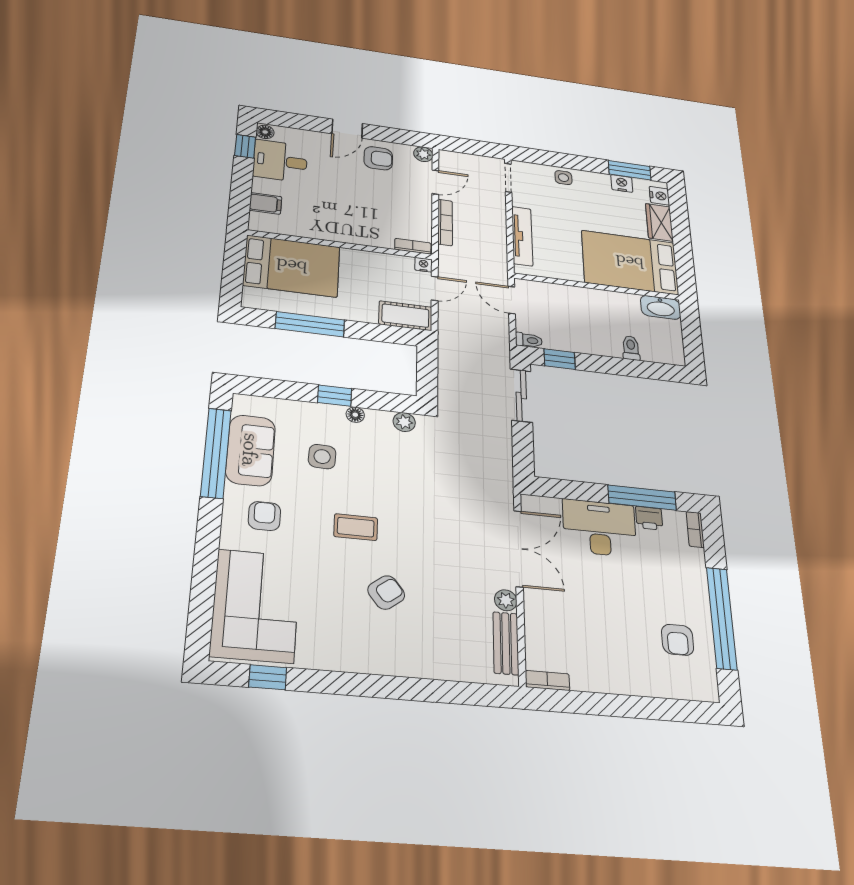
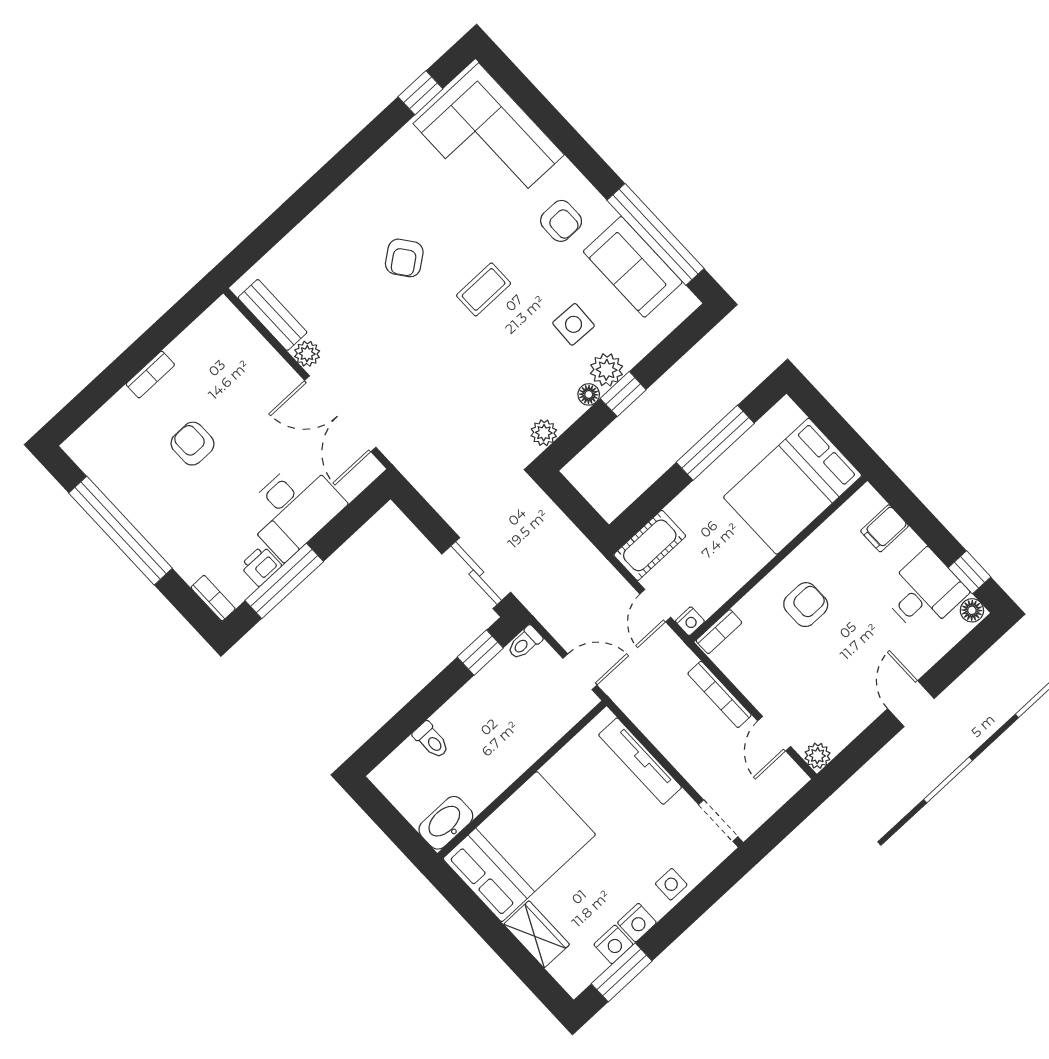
armchair: (378, 158) -> (806, 605), moved, turned 180
nightstand: (659, 196) -> (637, 923), moved, turned -90
plant: (330, 416) -> (607, 370), added
armchair: (678, 640) -> (192, 444), moved
bookcase: (547, 680) -> (150, 374), moved

